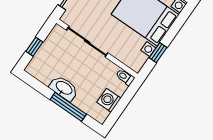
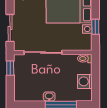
window: (34, 47) -> (10, 68), moved
washbasin: (64, 88) -> (49, 96), width x0.52, depth x0.69

